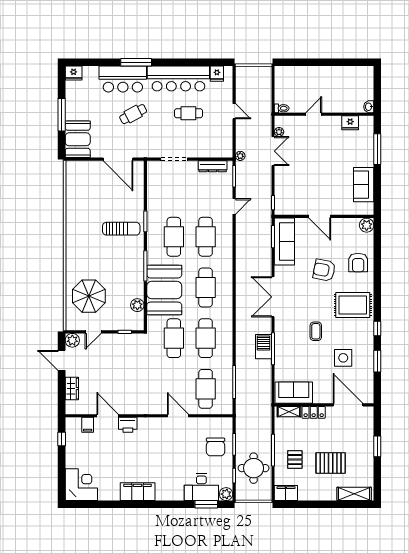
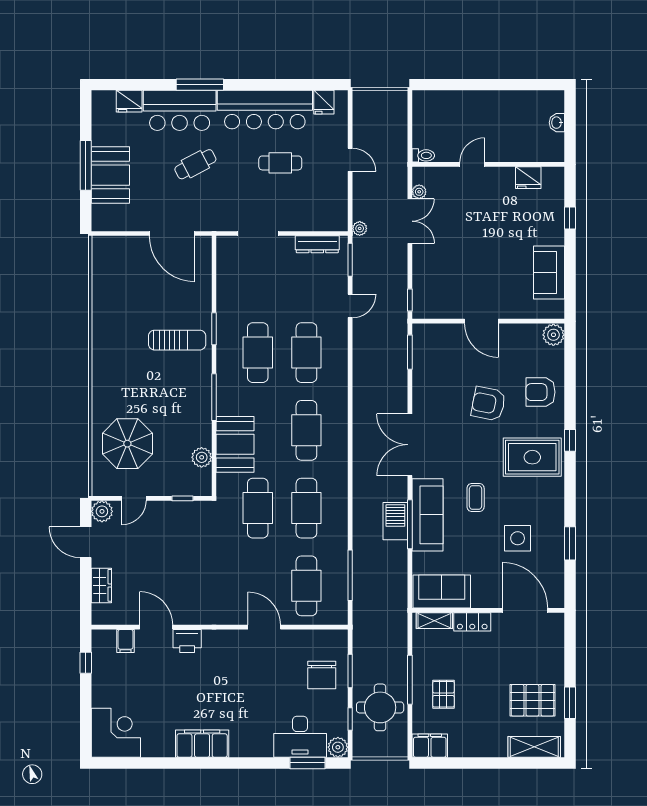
fridge: (74, 73) -> (129, 101), moved
washbasin: (369, 107) -> (557, 123), moved
booth: (78, 139) -> (110, 175), moved
window: (377, 149) -> (570, 218), width x0.46
sofa: (284, 241) -> (427, 515), moved
armchair: (358, 263) -> (540, 392), turned 90
booth: (164, 290) -> (235, 444), width x0.73, depth x0.70
window: (377, 329) -> (570, 440), moved
window: (377, 446) -> (570, 703), moved
pallet: (331, 463) -> (533, 700), moved

